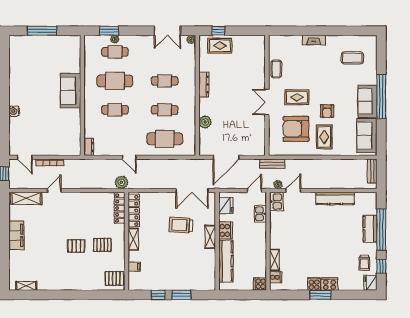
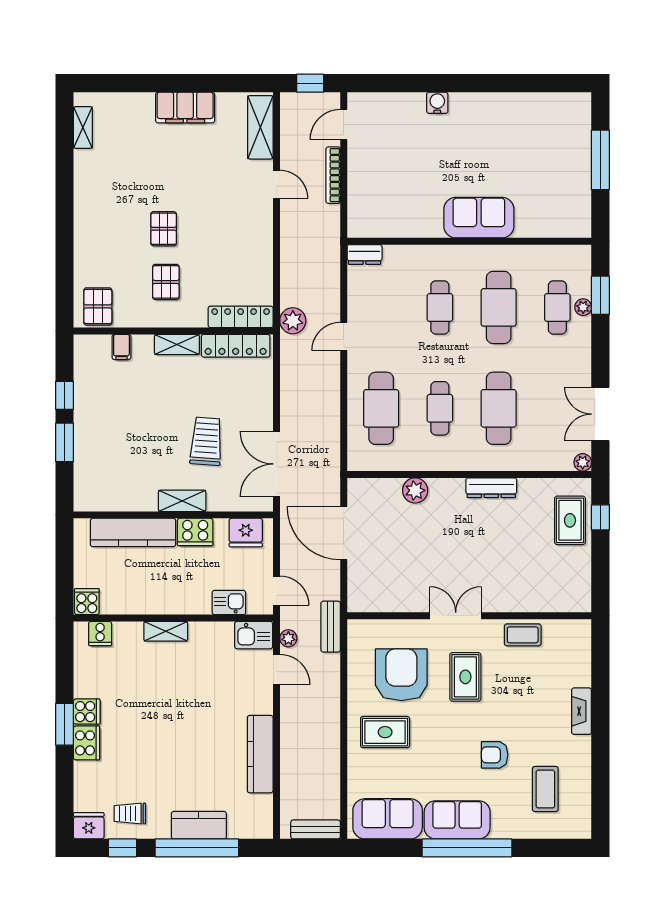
cafe table: (165, 81) -> (499, 408), width x1.37, depth x1.35
armchair: (327, 111) -> (495, 755), moved
shelving: (274, 260) -> (166, 631), moved

